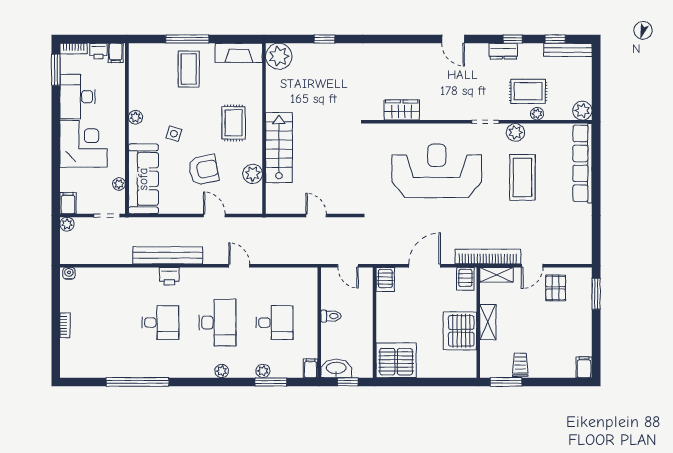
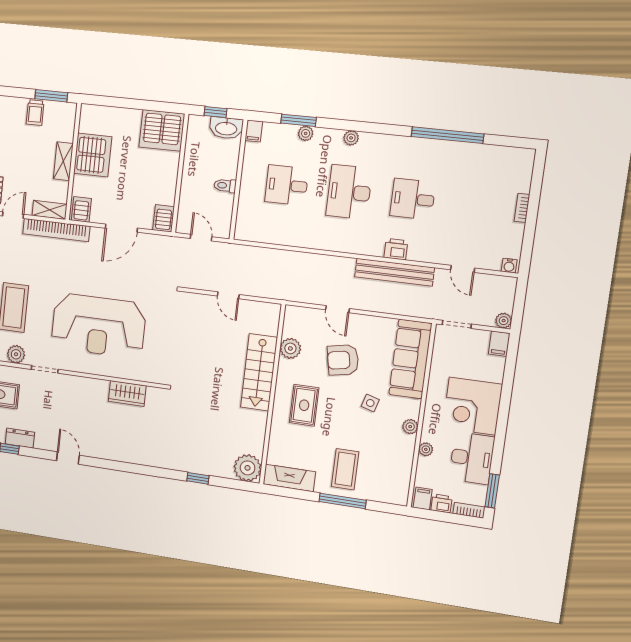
plant: (119, 184) -> (426, 449), moved
door: (239, 266) -> (463, 269), moved

